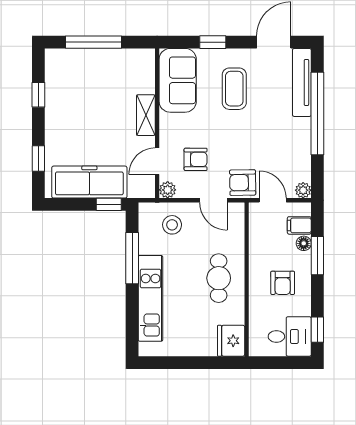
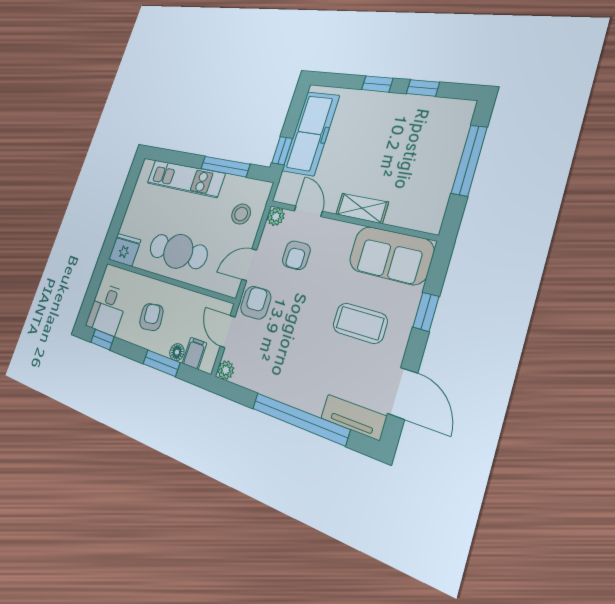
tv unit: (302, 82) -> (353, 417), width x0.71
window: (38, 159) -> (377, 84), moved
door: (273, 200) -> (228, 332), swing flipped
cafe table: (219, 278) -> (178, 251), width x1.37, depth x1.35
armchair: (283, 283) -> (151, 317), turned 83

